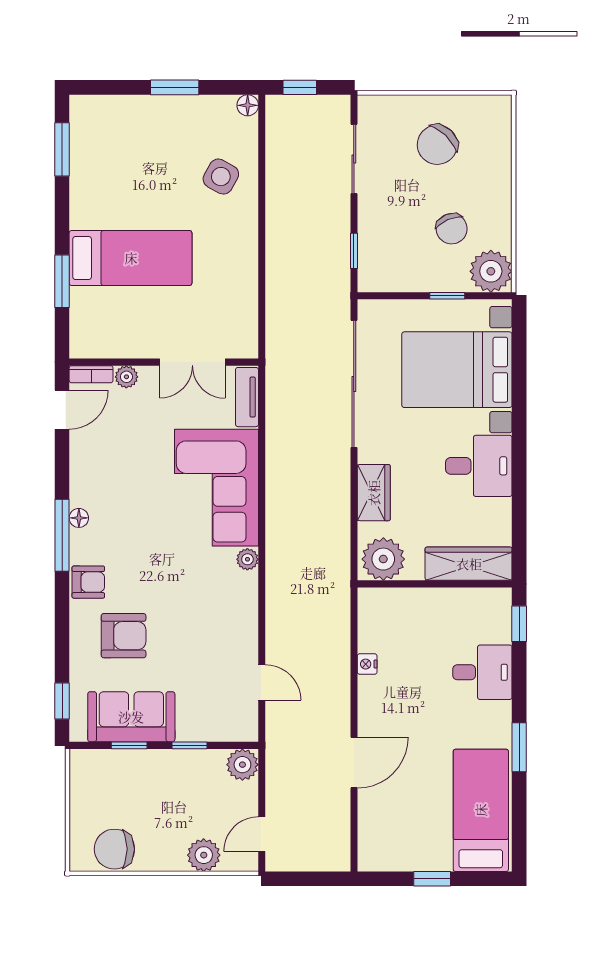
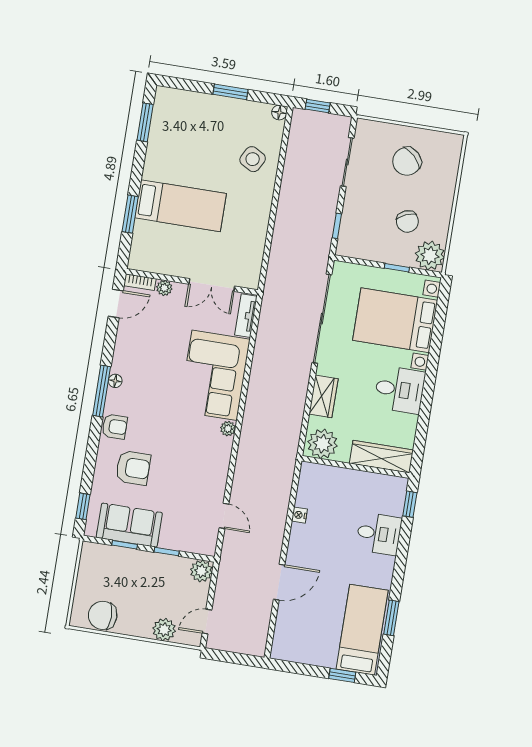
window: (519, 747) -> (391, 618), moved
window: (432, 879) -> (342, 675), moved

